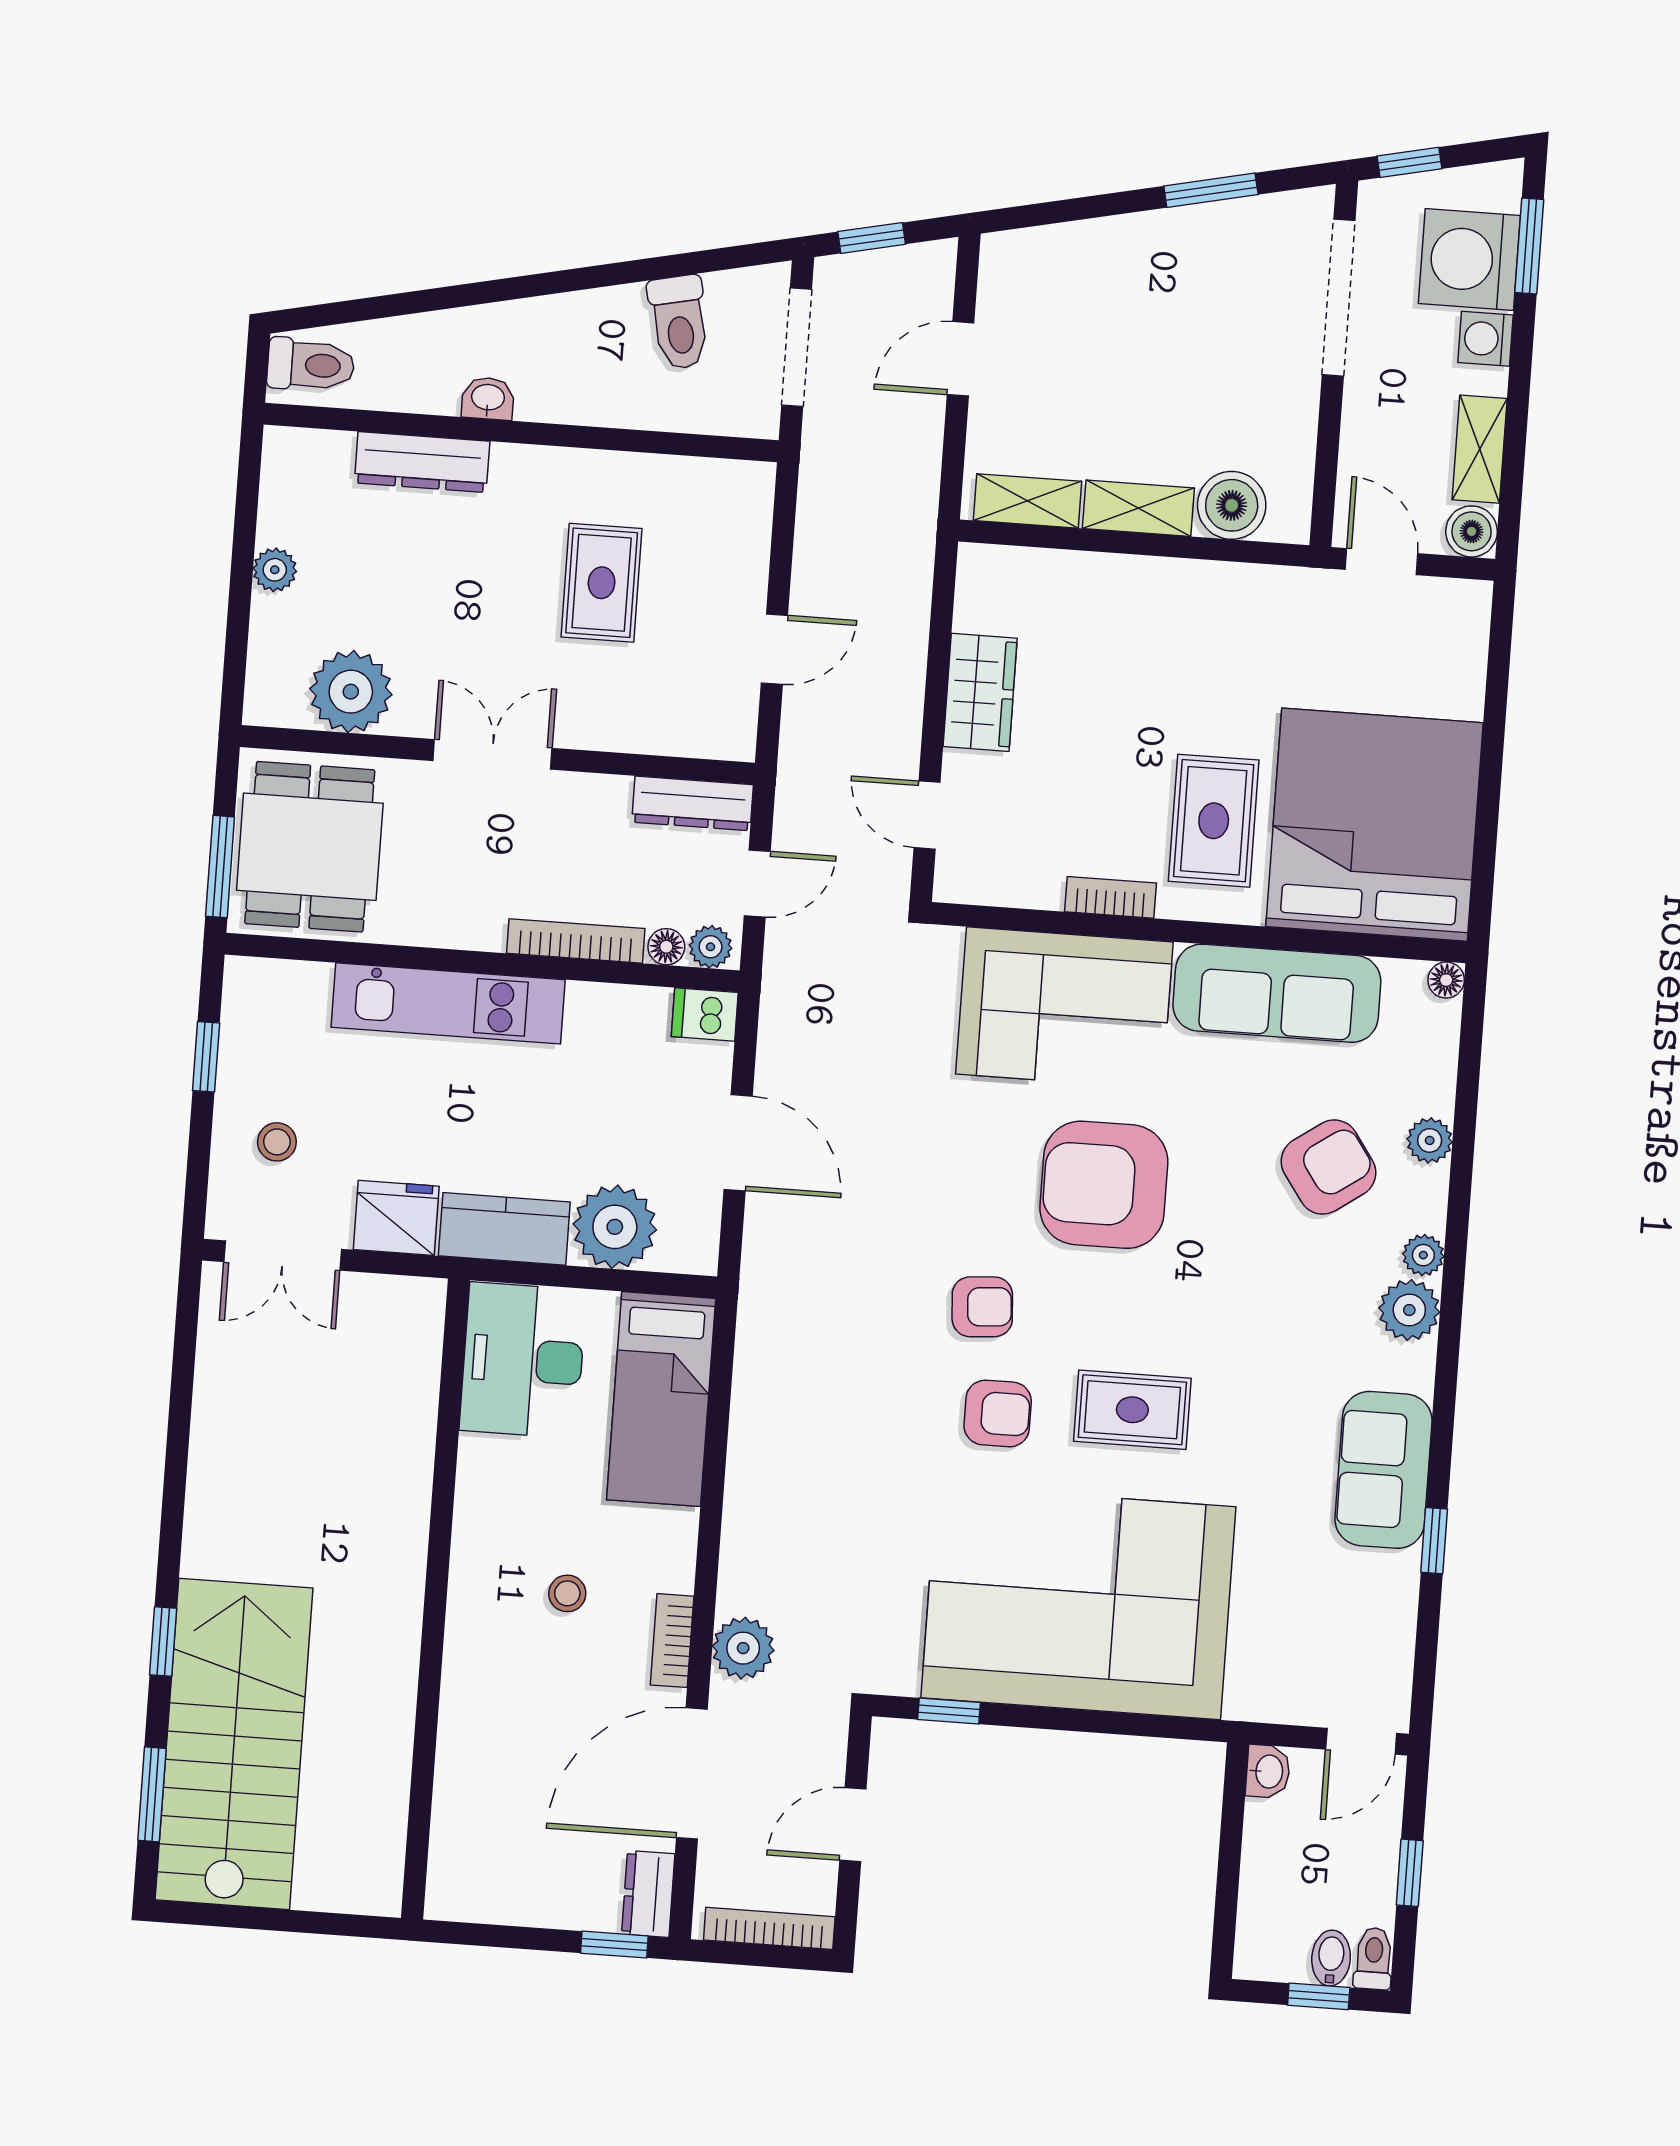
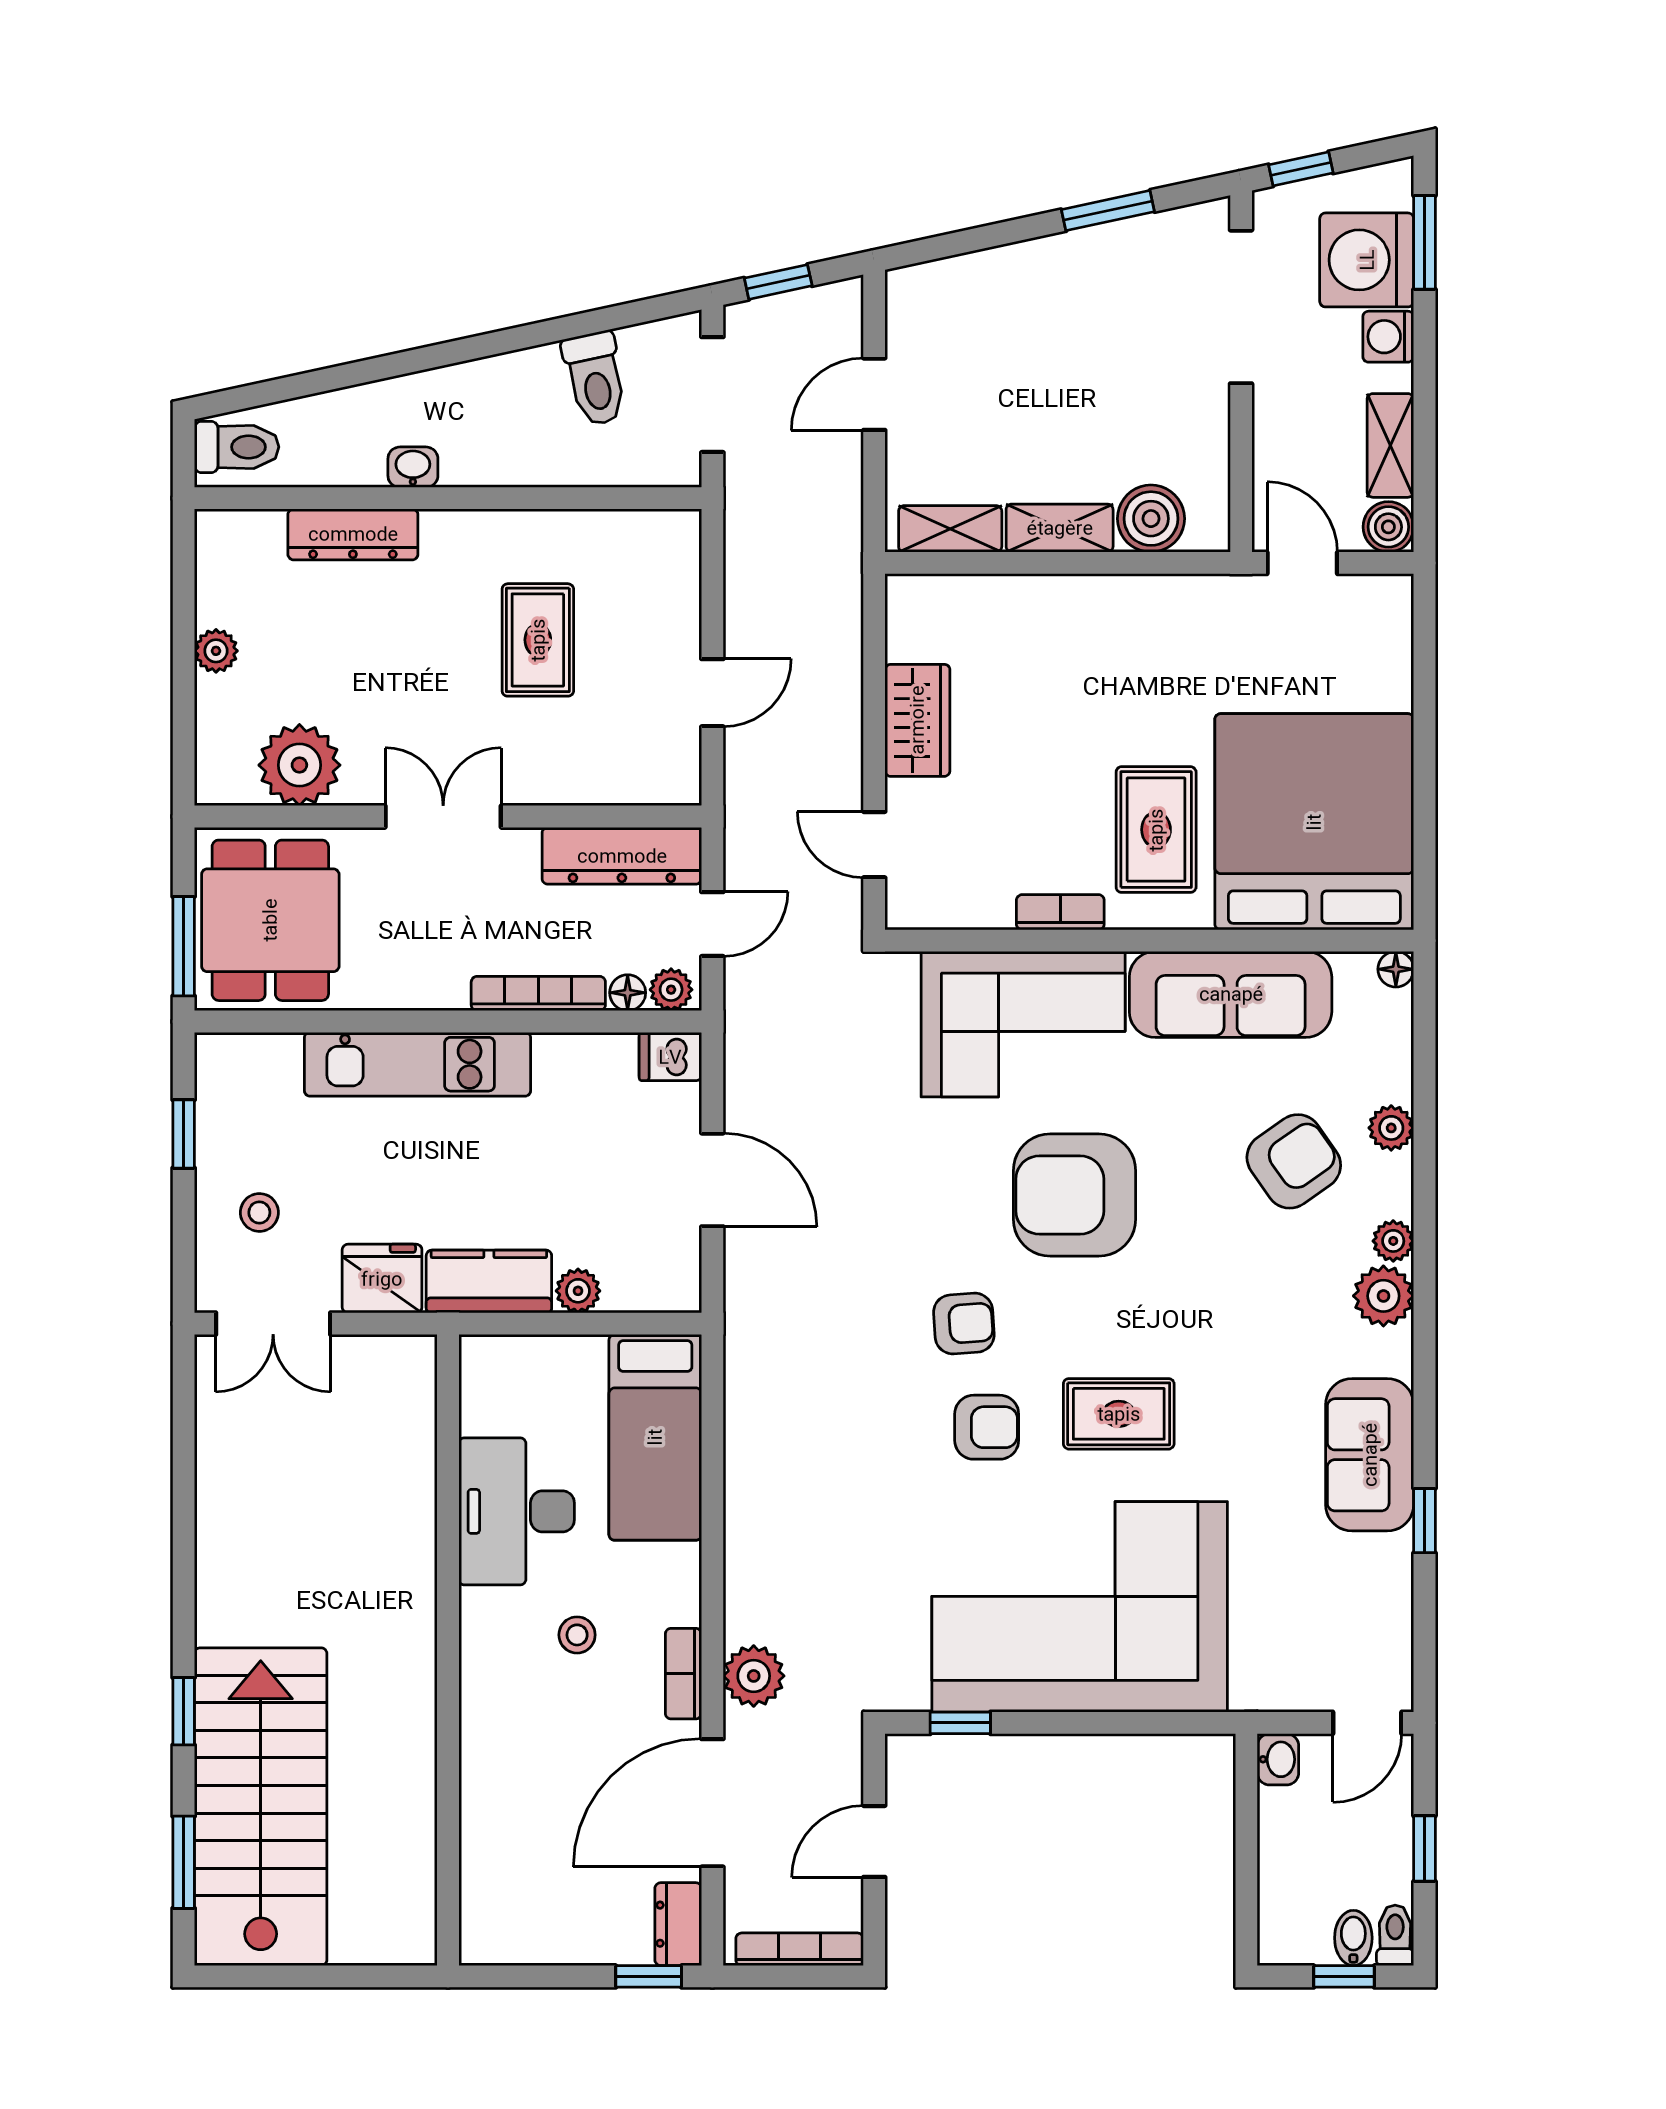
dresser: (693, 803) -> (622, 856), width x1.37, depth x1.24
plant: (615, 1227) -> (578, 1291), width x0.53, depth x0.53
desk: (523, 1360) -> (517, 1511), moved

